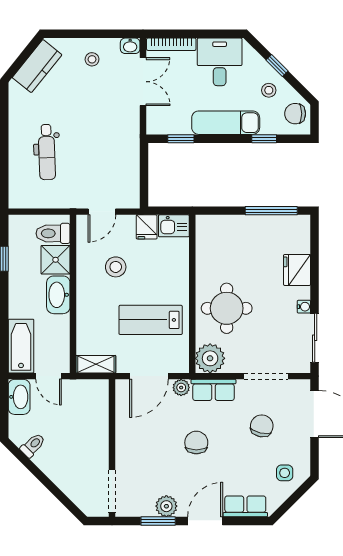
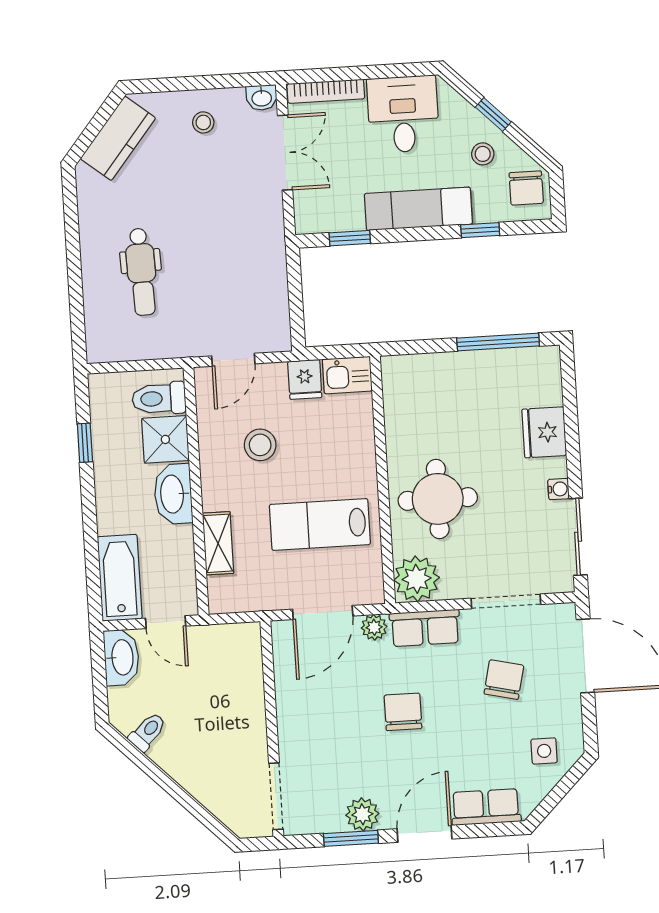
chair: (295, 114) -> (526, 188), turned -90
shelving: (96, 364) -> (218, 543), moved, turned 90

